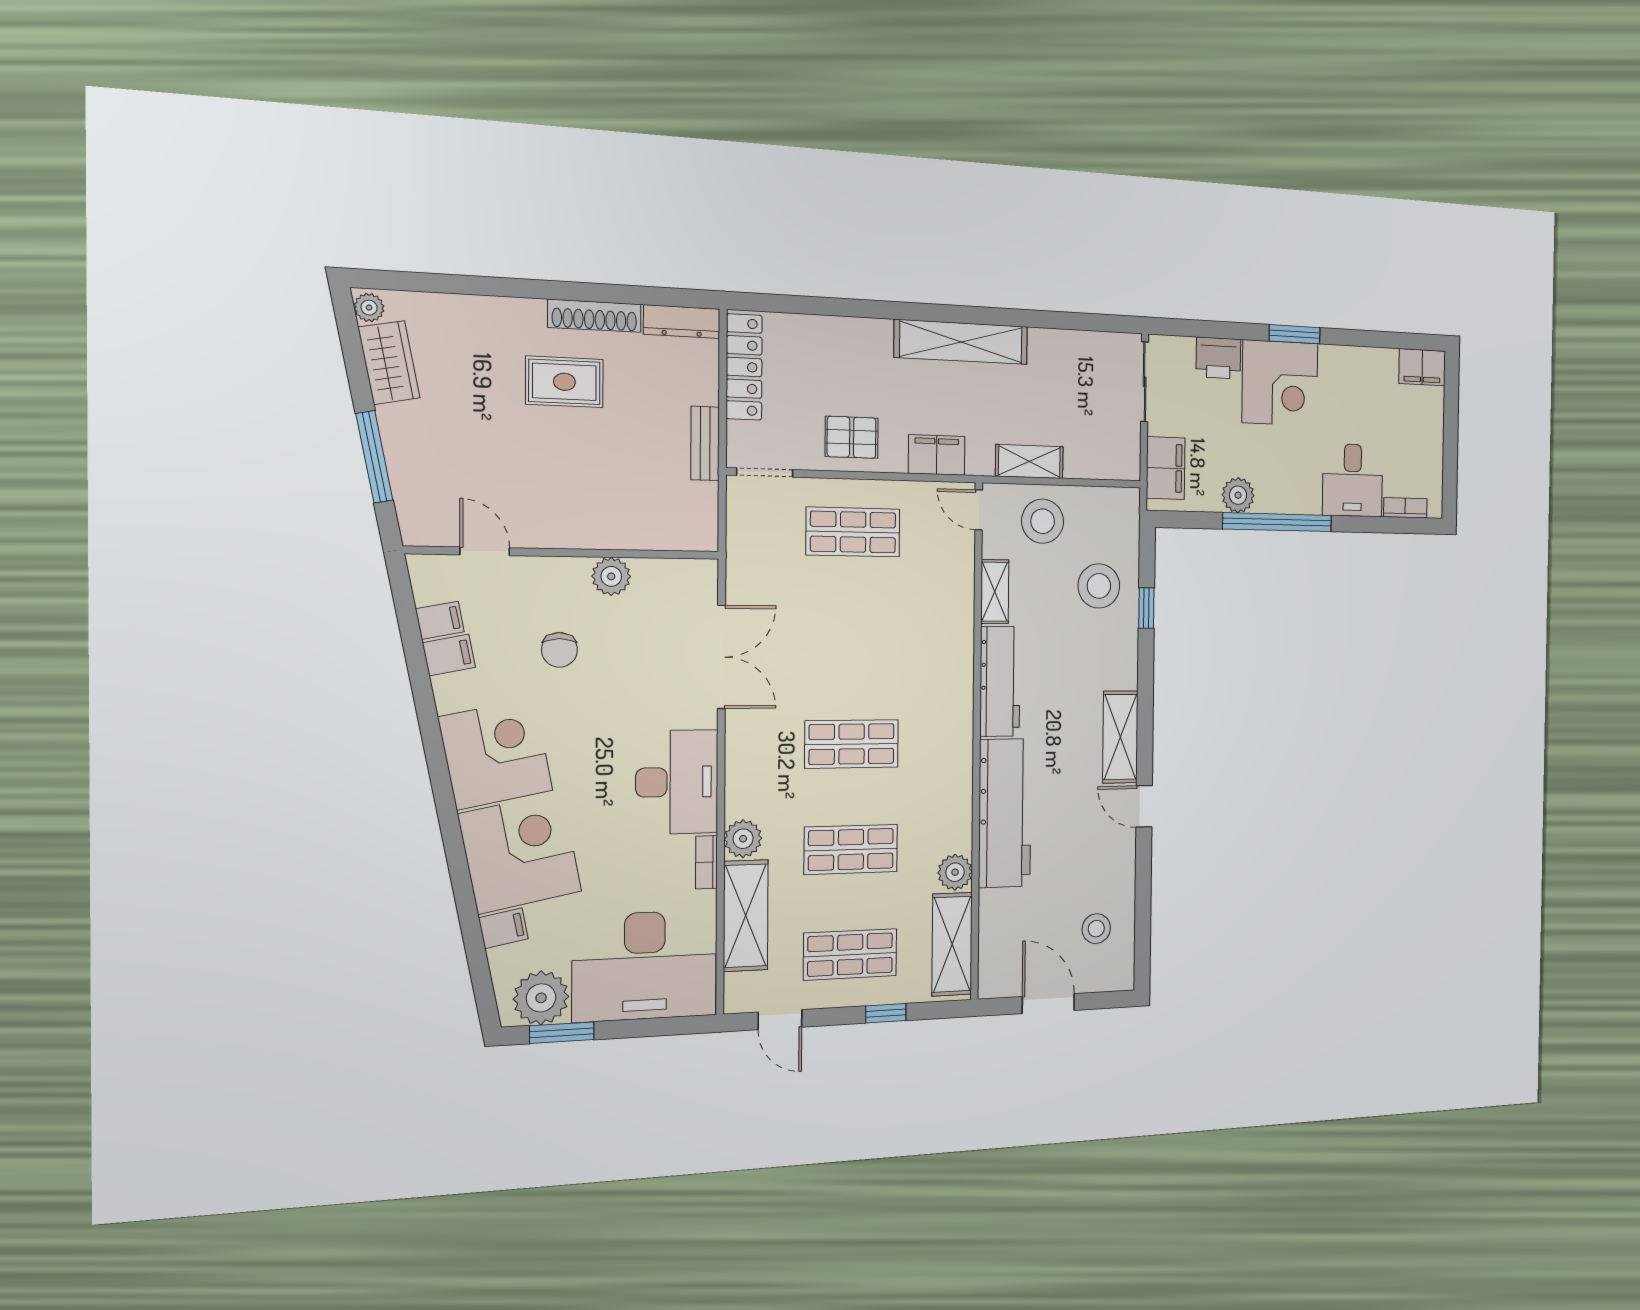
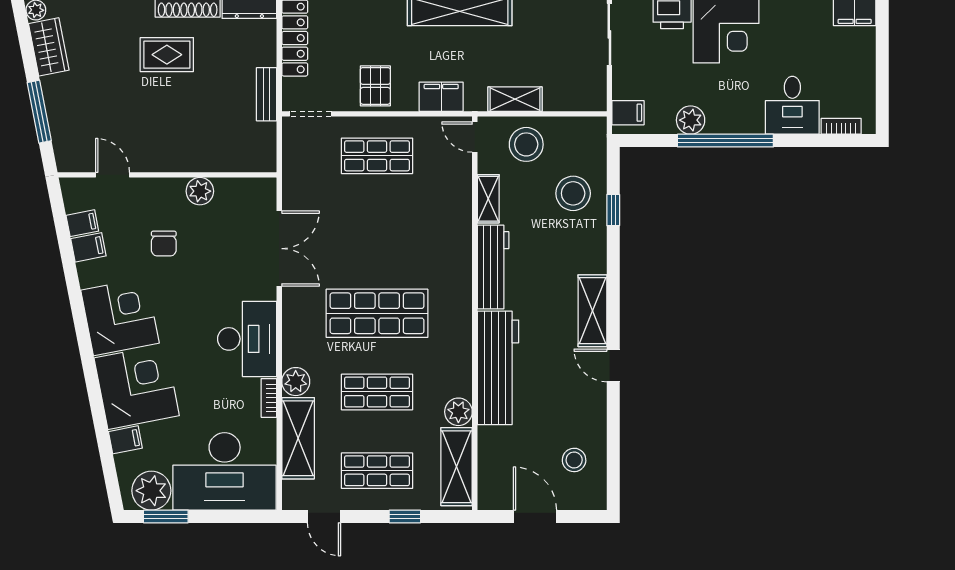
pallet: (852, 437) -> (375, 86), turned 90
filing cabinet: (1166, 468) -> (628, 113), width x0.50
shop shelf: (852, 744) -> (377, 313), width x1.43, depth x1.36

